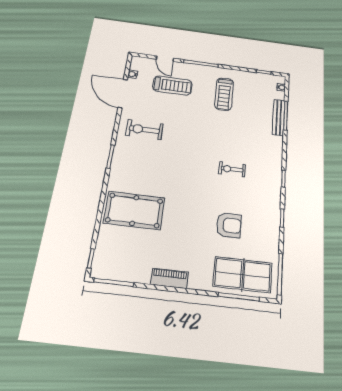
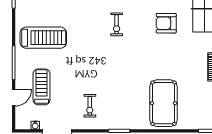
treadmill: (224, 94) -> (43, 38), width x1.37, depth x1.38
exercise bike: (144, 130) -> (90, 106), width x0.73, depth x0.72
armchair: (229, 225) -> (166, 23), turned -90

